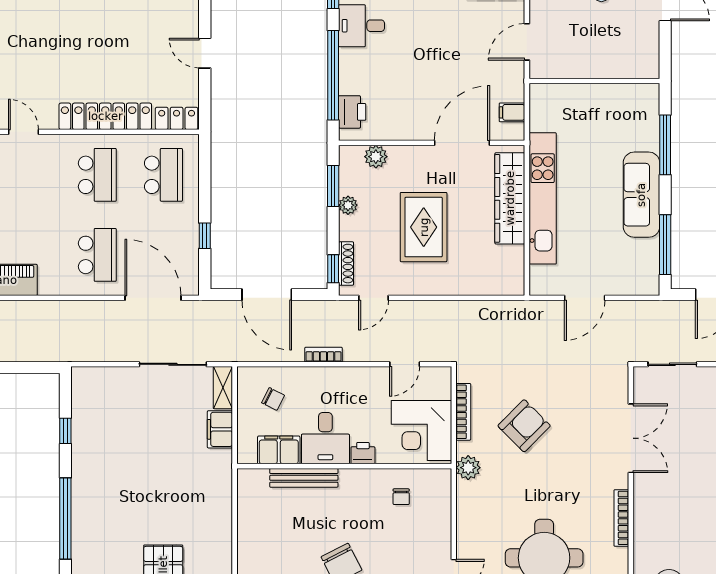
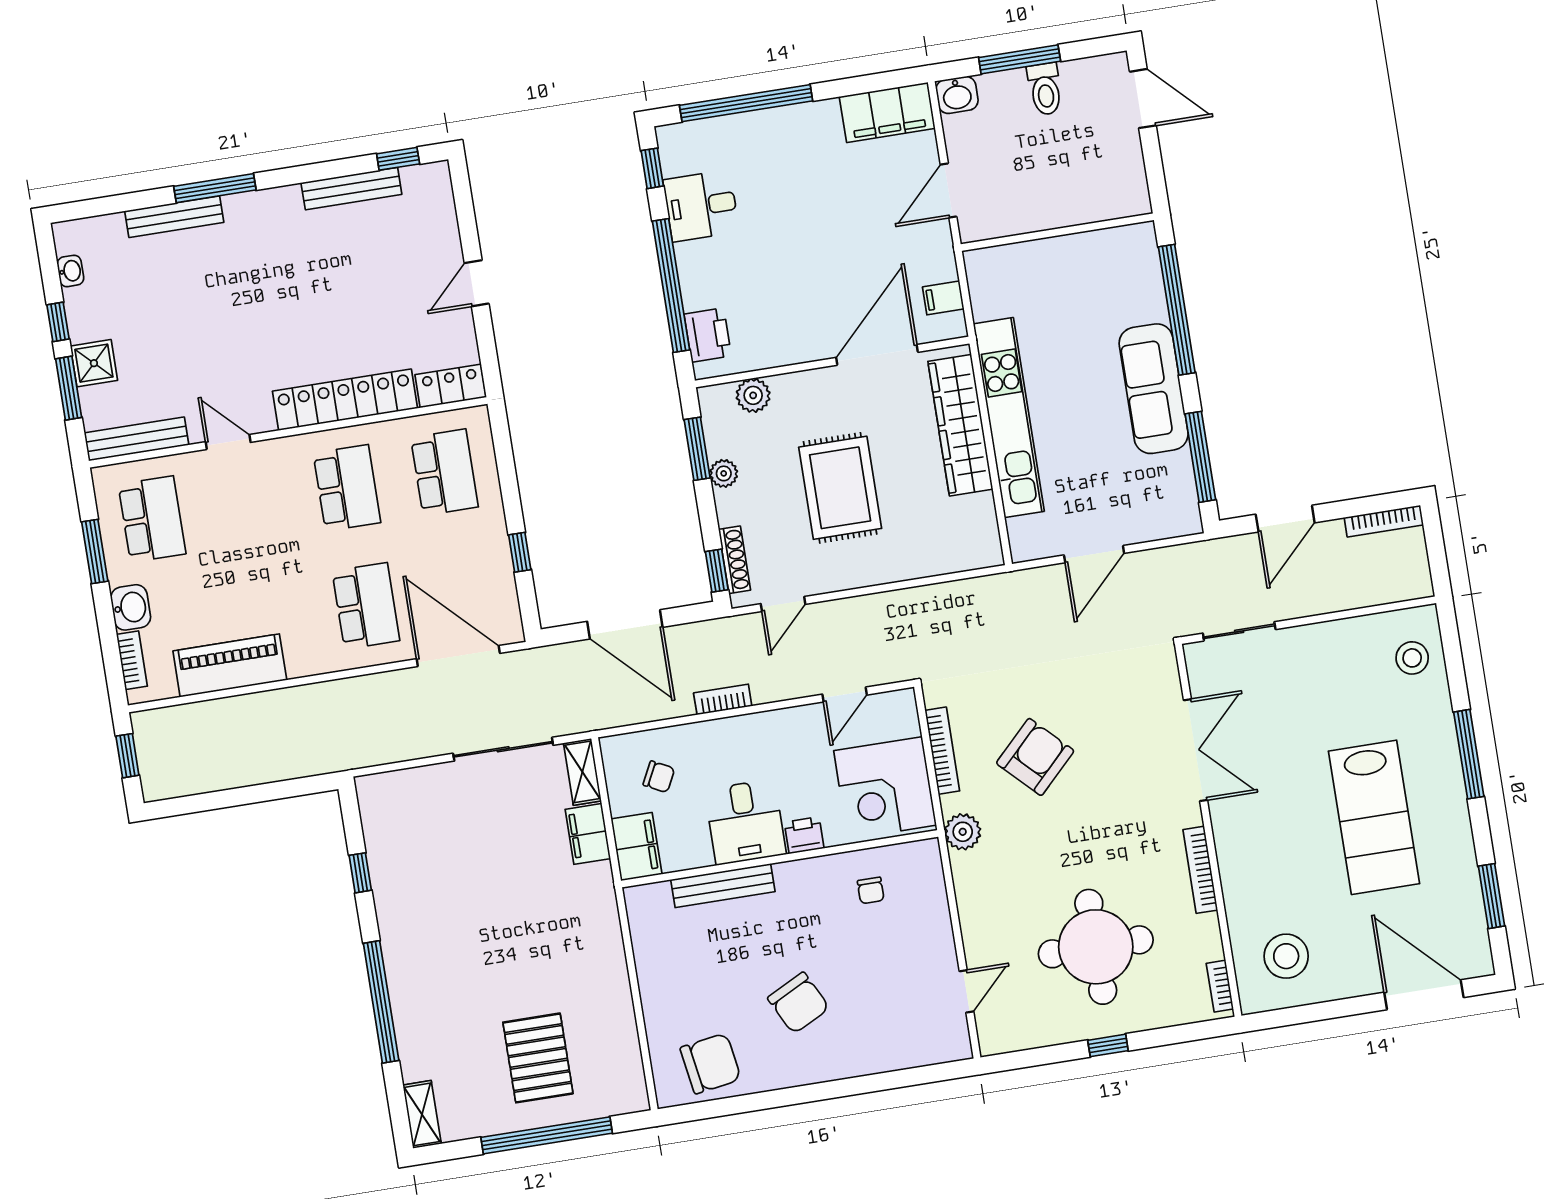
door: (205, 53) -> (477, 283), hinge flipped
window: (665, 145) -> (1177, 310), width x1.46
filing cabinet: (279, 450) -> (637, 847), moved, turned 90

